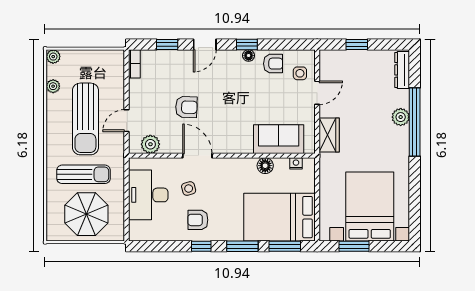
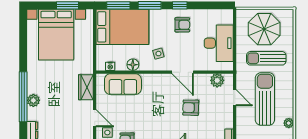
door: (317, 93) -> (95, 118), swing flipped
door: (127, 121) -> (235, 98), hinge flipped
side table: (189, 189) -> (158, 54), moved

